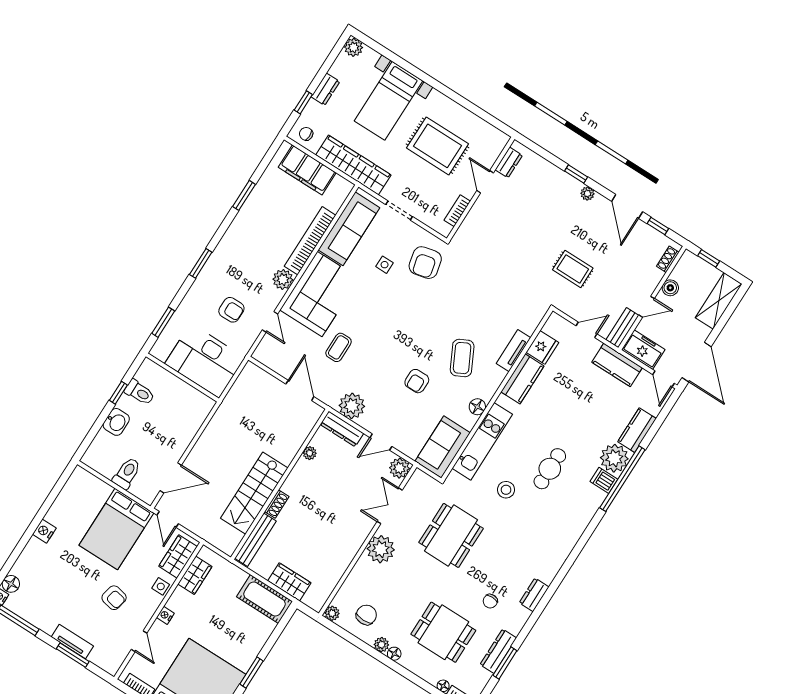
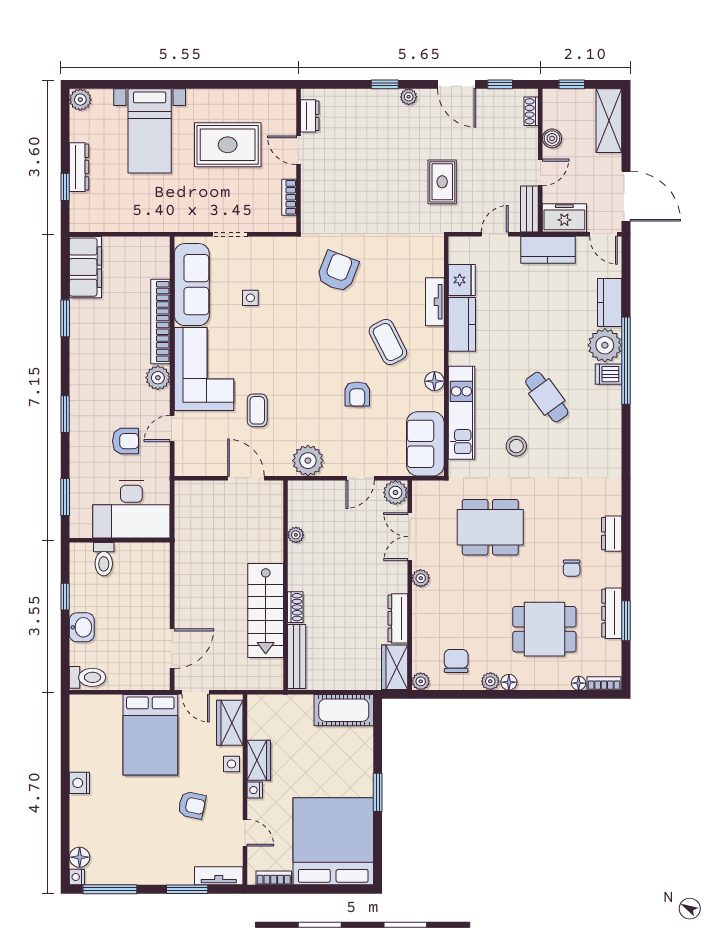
dresser: (325, 89) -> (79, 167), width x1.44
chair: (306, 134) -> (88, 217), removed
wardrobe: (353, 165) -> (155, 218), removed
filing cabinet: (307, 170) -> (85, 267), moved, turned -90
armchair: (425, 263) -> (338, 271), moved, turned -146
rug: (573, 269) -> (442, 182), turned 90
door: (270, 322) -> (172, 428), swing flipped
toilet: (140, 392) -> (104, 559), moved, turned 90
dresser: (342, 429) -> (398, 618), moved, turned 90
cafe table: (550, 469) -> (547, 397), turned -36
toilet: (127, 473) -> (87, 677), moved, turned 90
dining table: (451, 535) -> (490, 527), turned 90
plant: (381, 549) -> (421, 578), width x0.53, depth x0.53
wardrobe: (195, 575) -> (259, 760), moved
wardrobe: (289, 582) -> (395, 667), moved, turned -90
tv unit: (72, 642) -> (219, 876), moved

